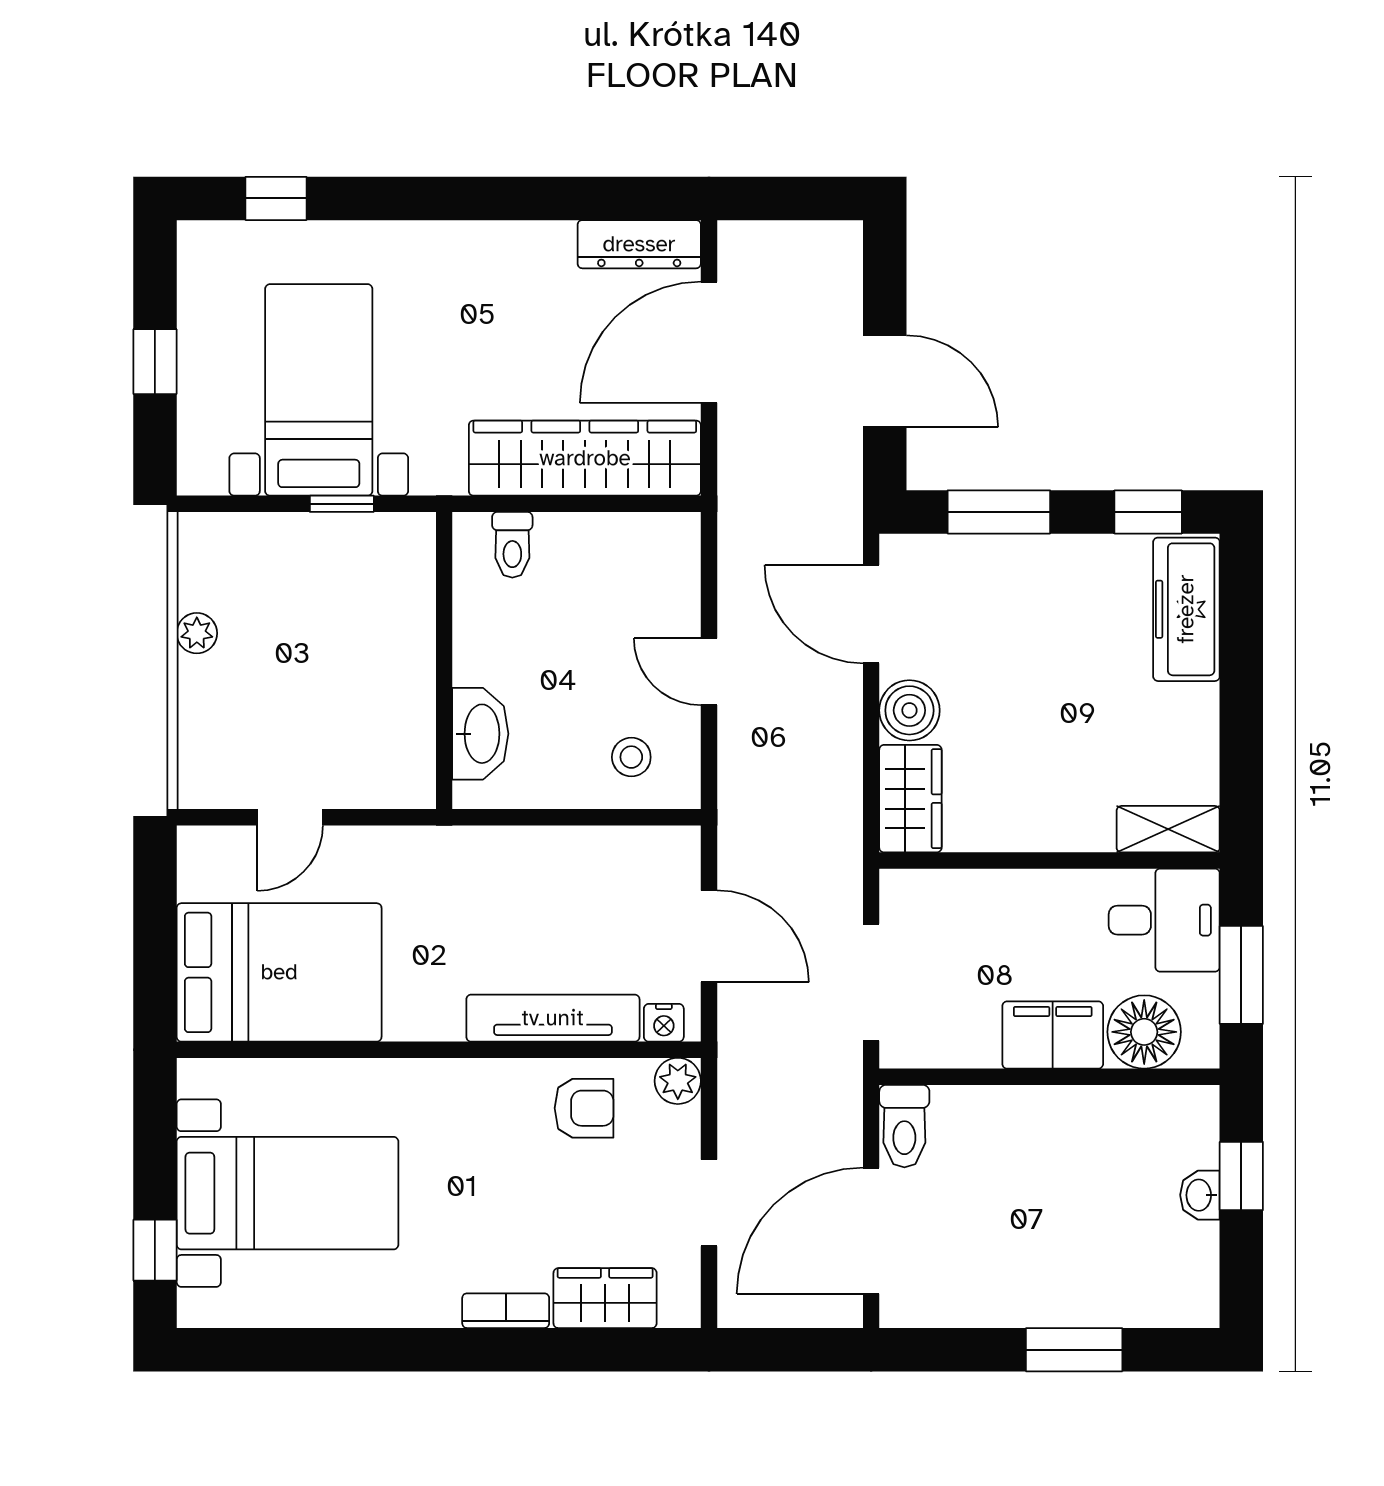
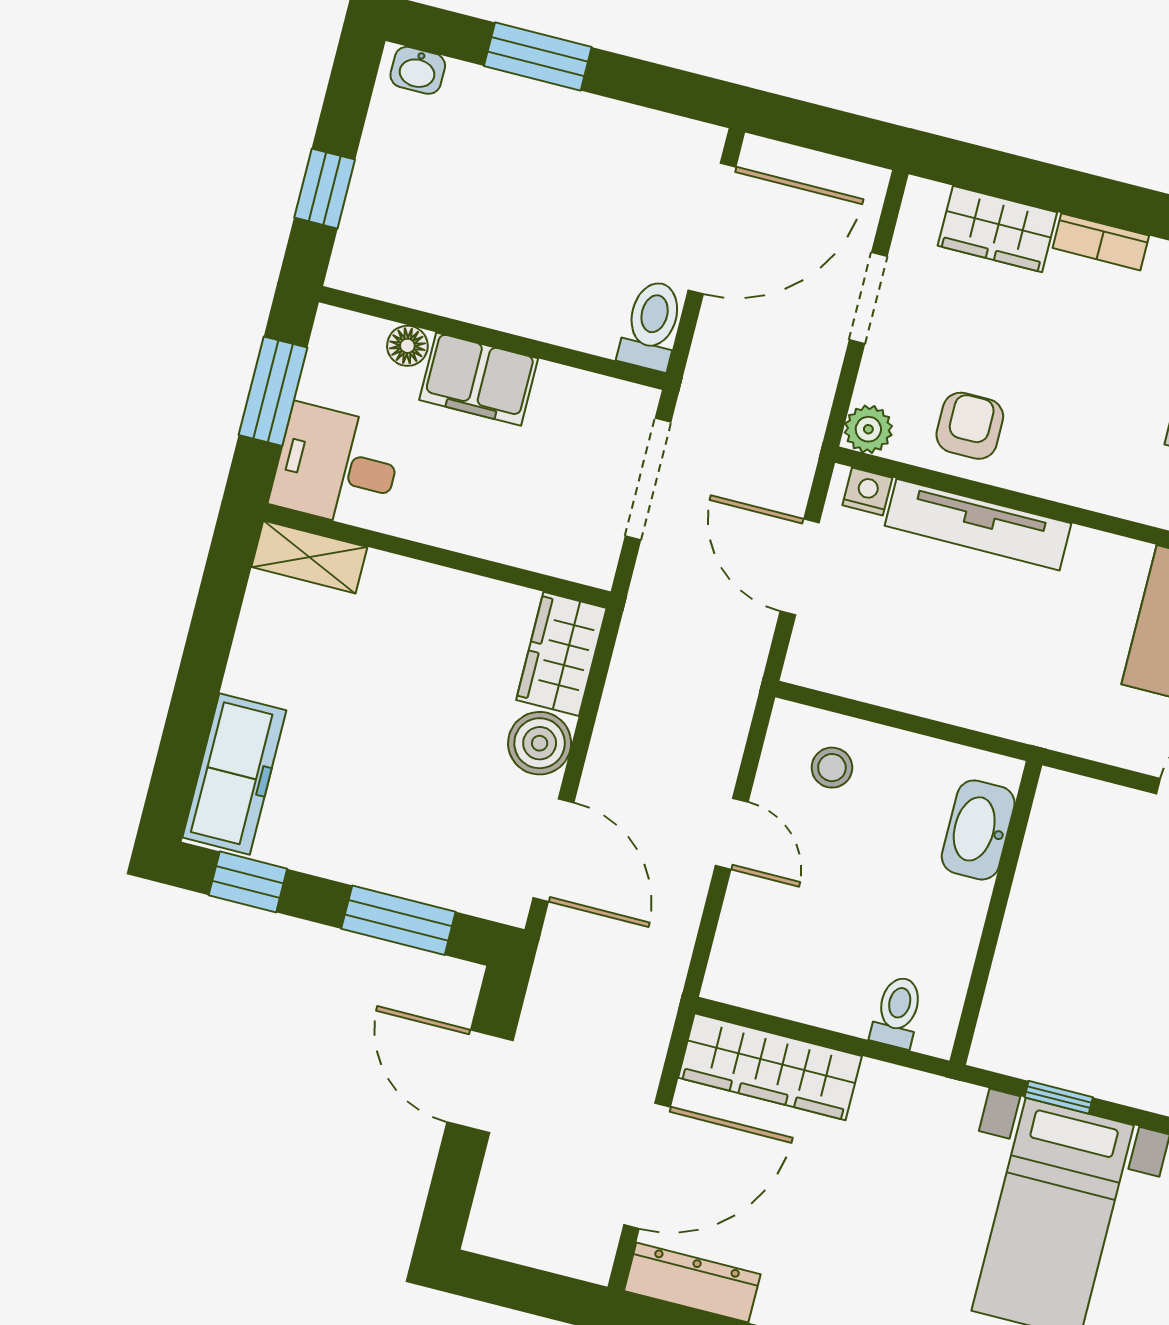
wardrobe: (585, 458) -> (770, 1067), width x0.71, depth x0.85
floor lamp: (1144, 1032) -> (407, 346), width x0.53, depth x0.53
armchair: (584, 1108) -> (970, 426), turned 90
washbasin: (1200, 1195) -> (418, 70), moved, turned 90

